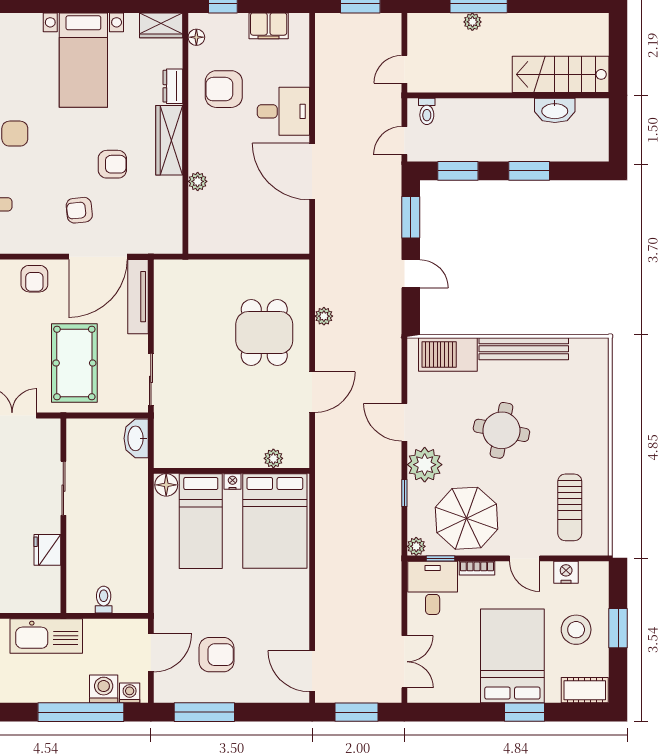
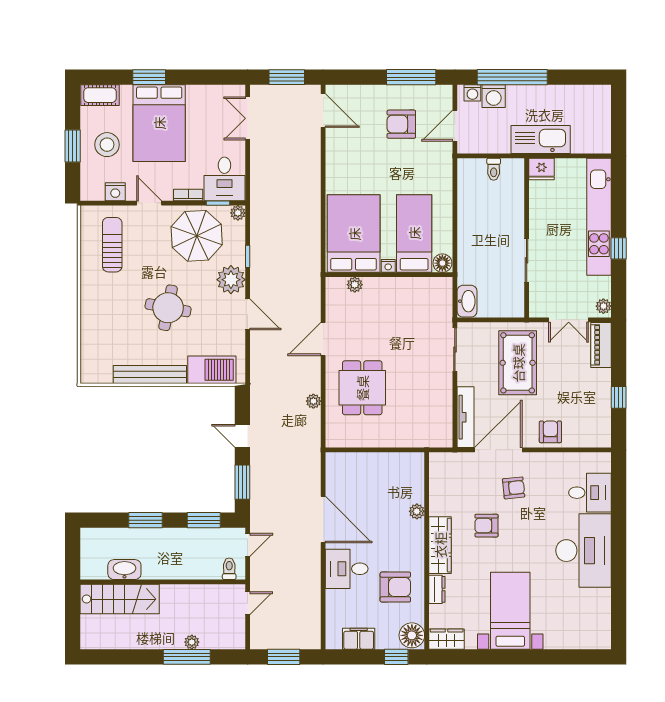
floor lamp: (196, 37) -> (412, 635), width x1.89, depth x1.89
fridge: (47, 550) -> (542, 169), moved, turned 90

